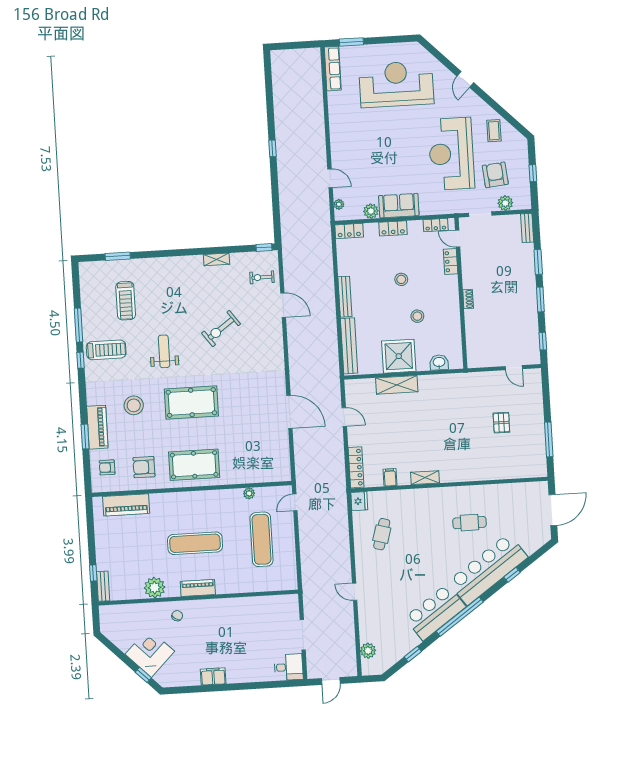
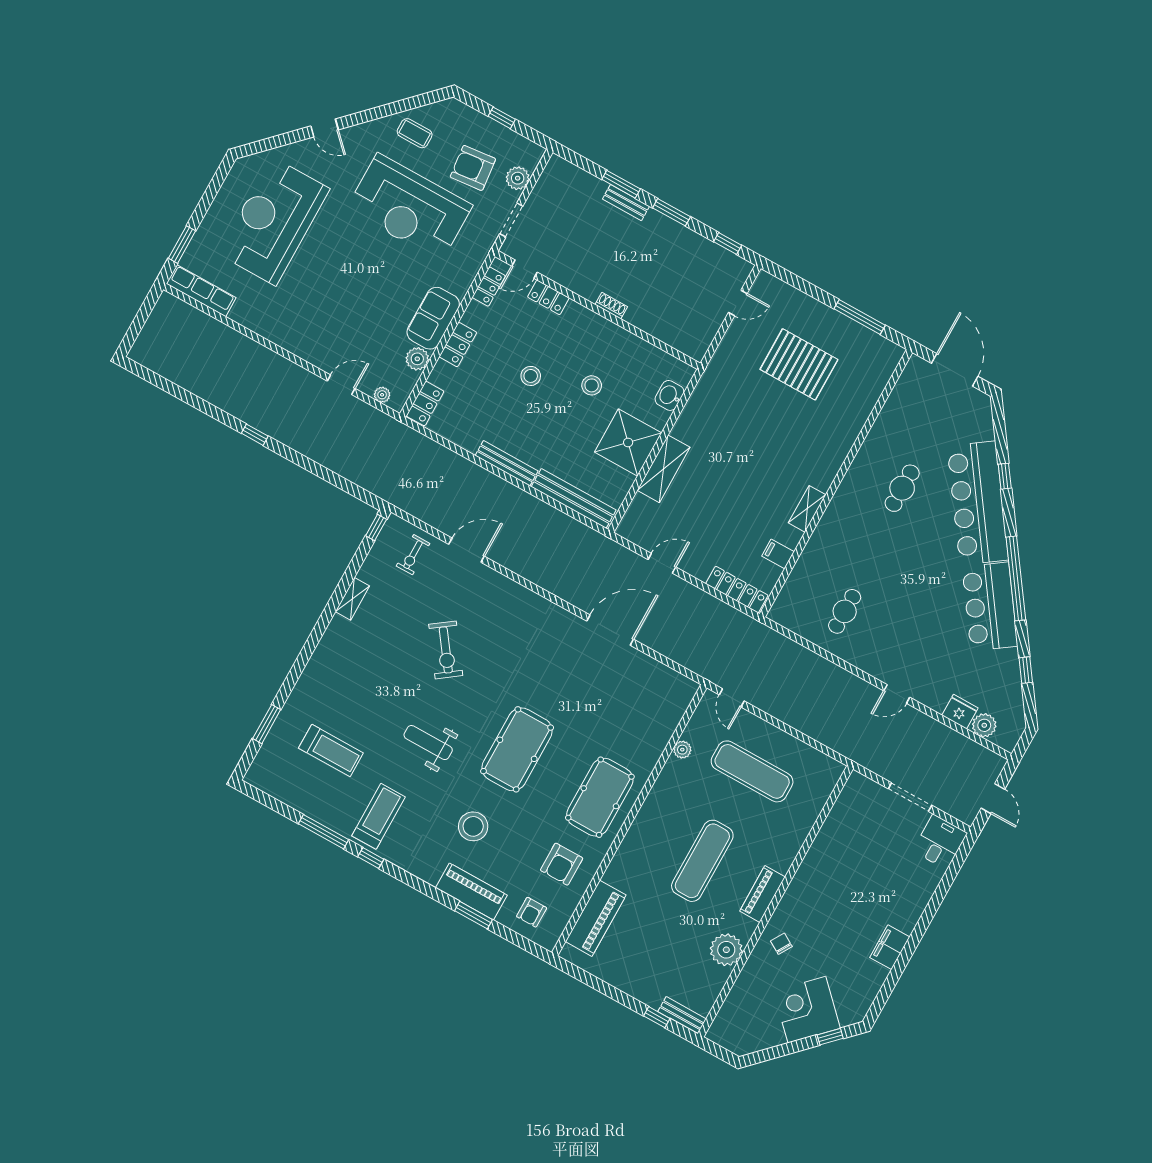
bench: (527, 228) -> (626, 203), moved
pallet: (501, 423) -> (799, 364), width x2.05, depth x2.00
fridge: (359, 501) -> (960, 712), moved
cafe table: (382, 534) -> (845, 611), turned 74

